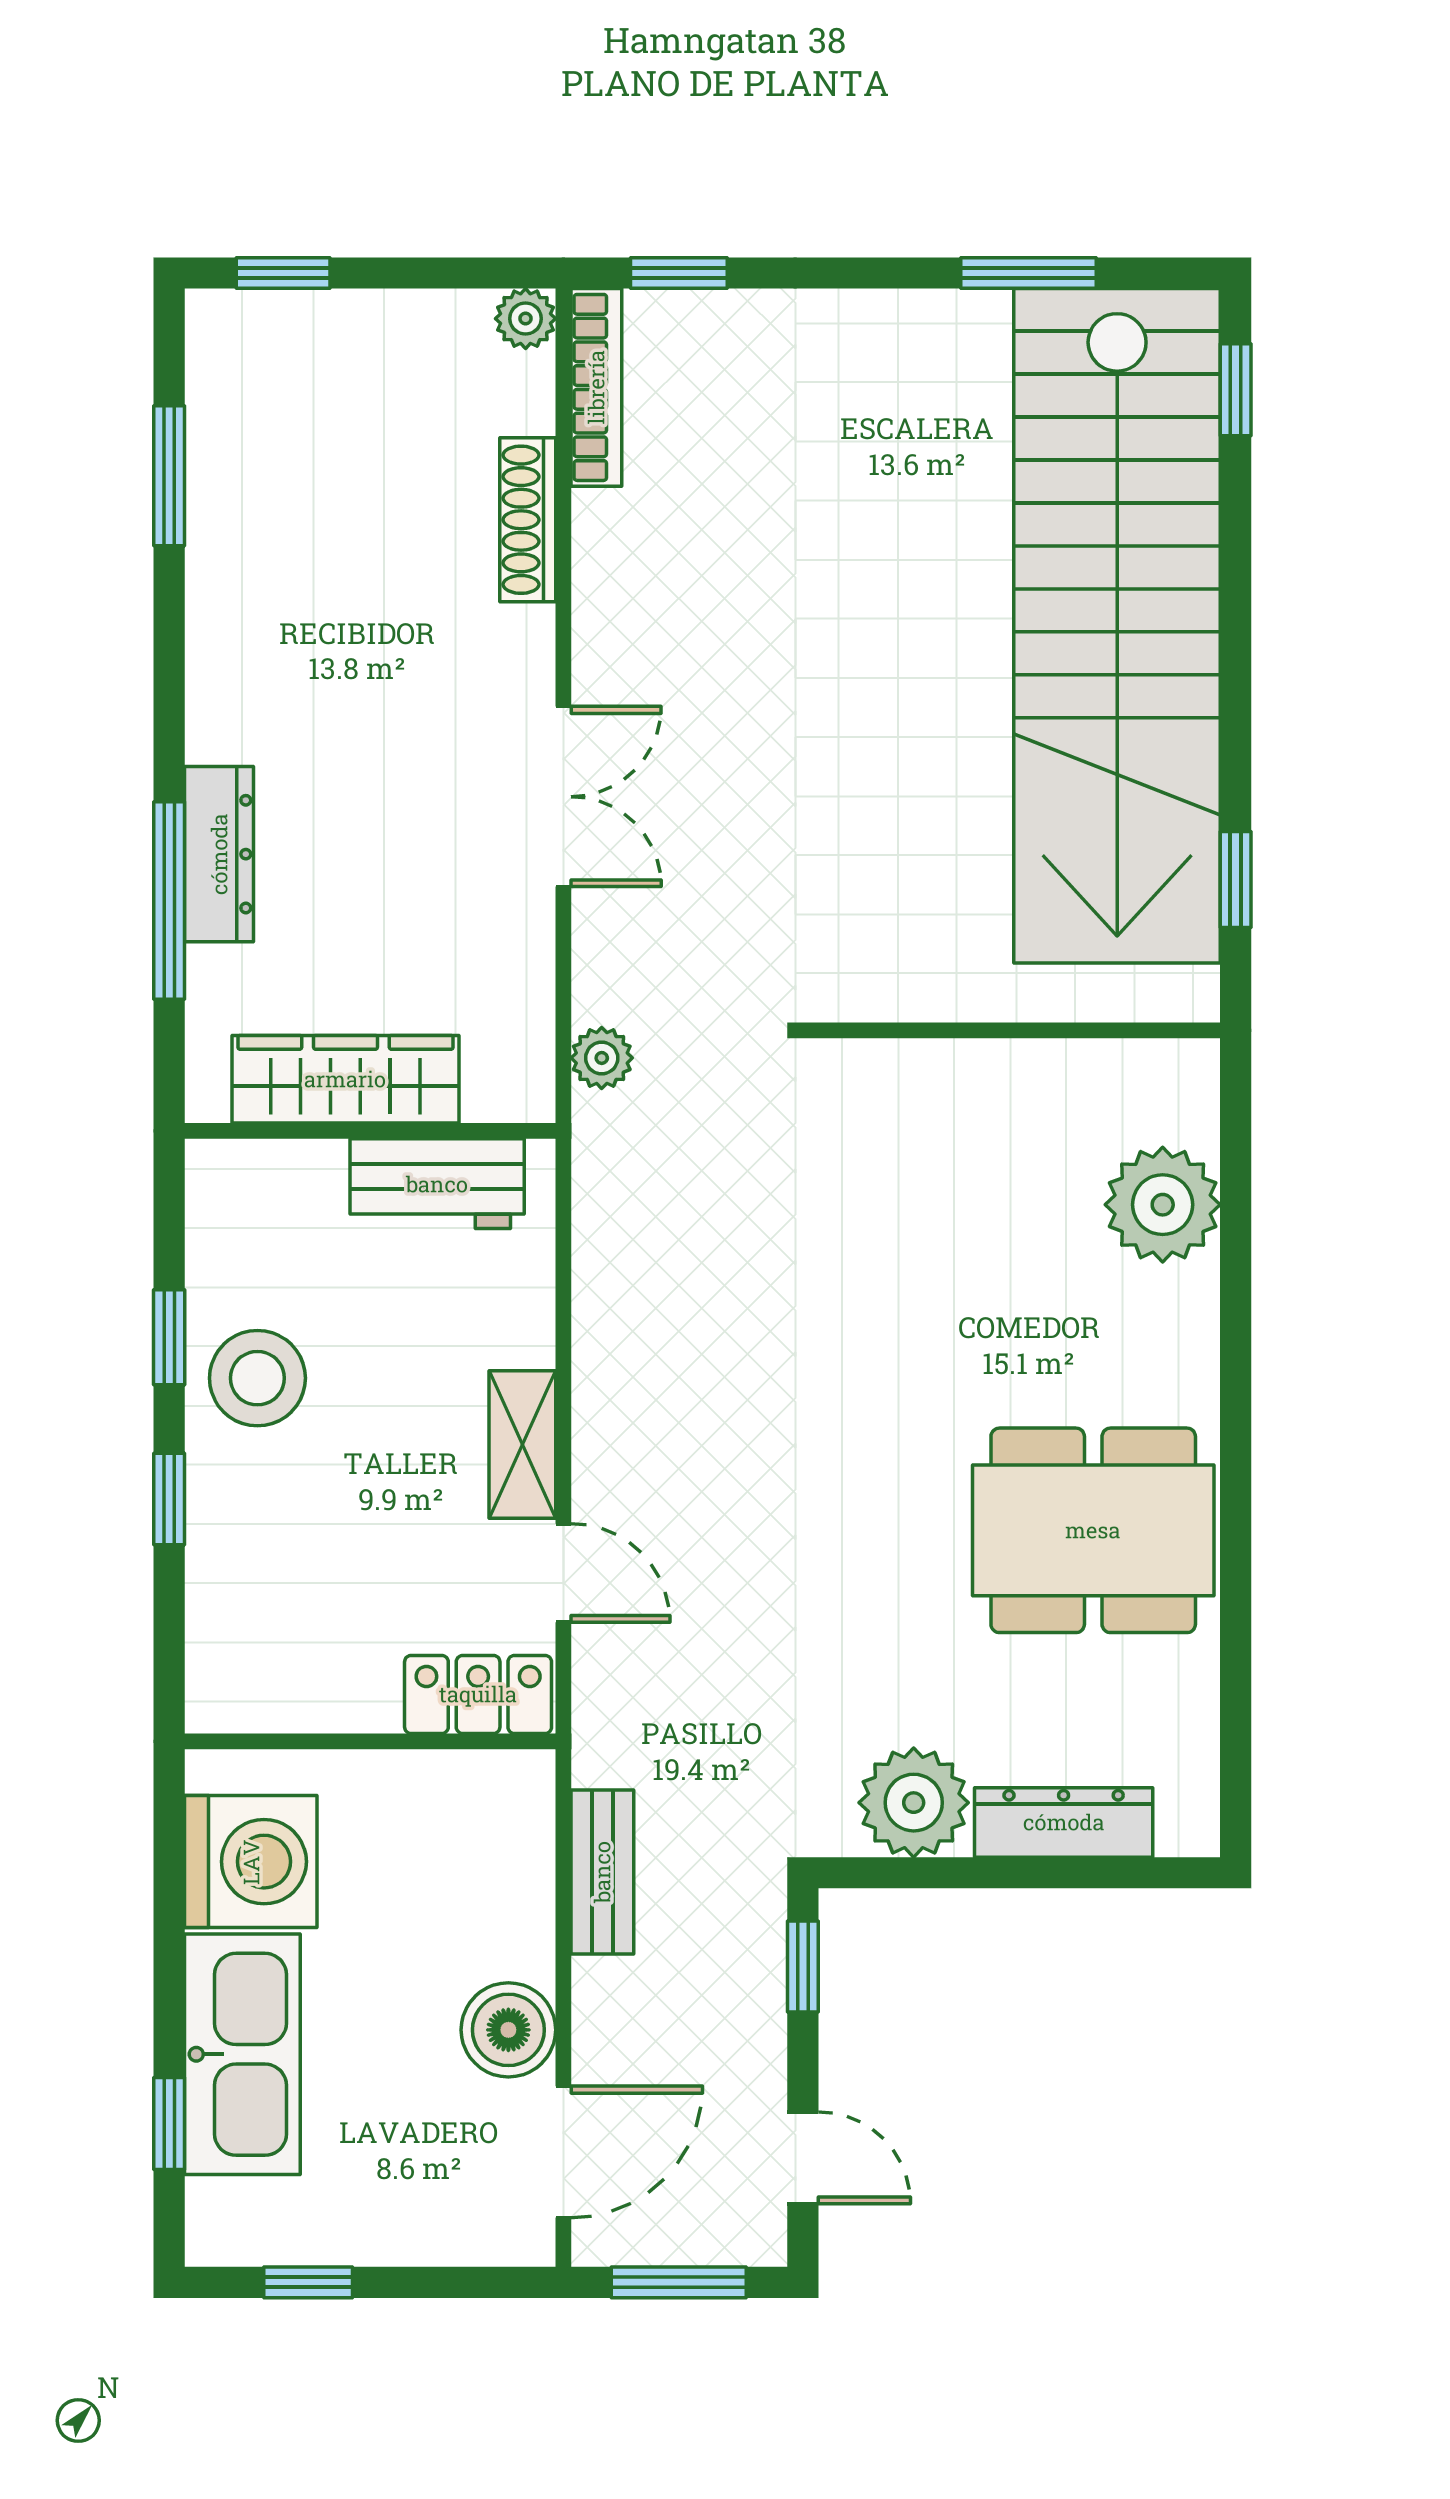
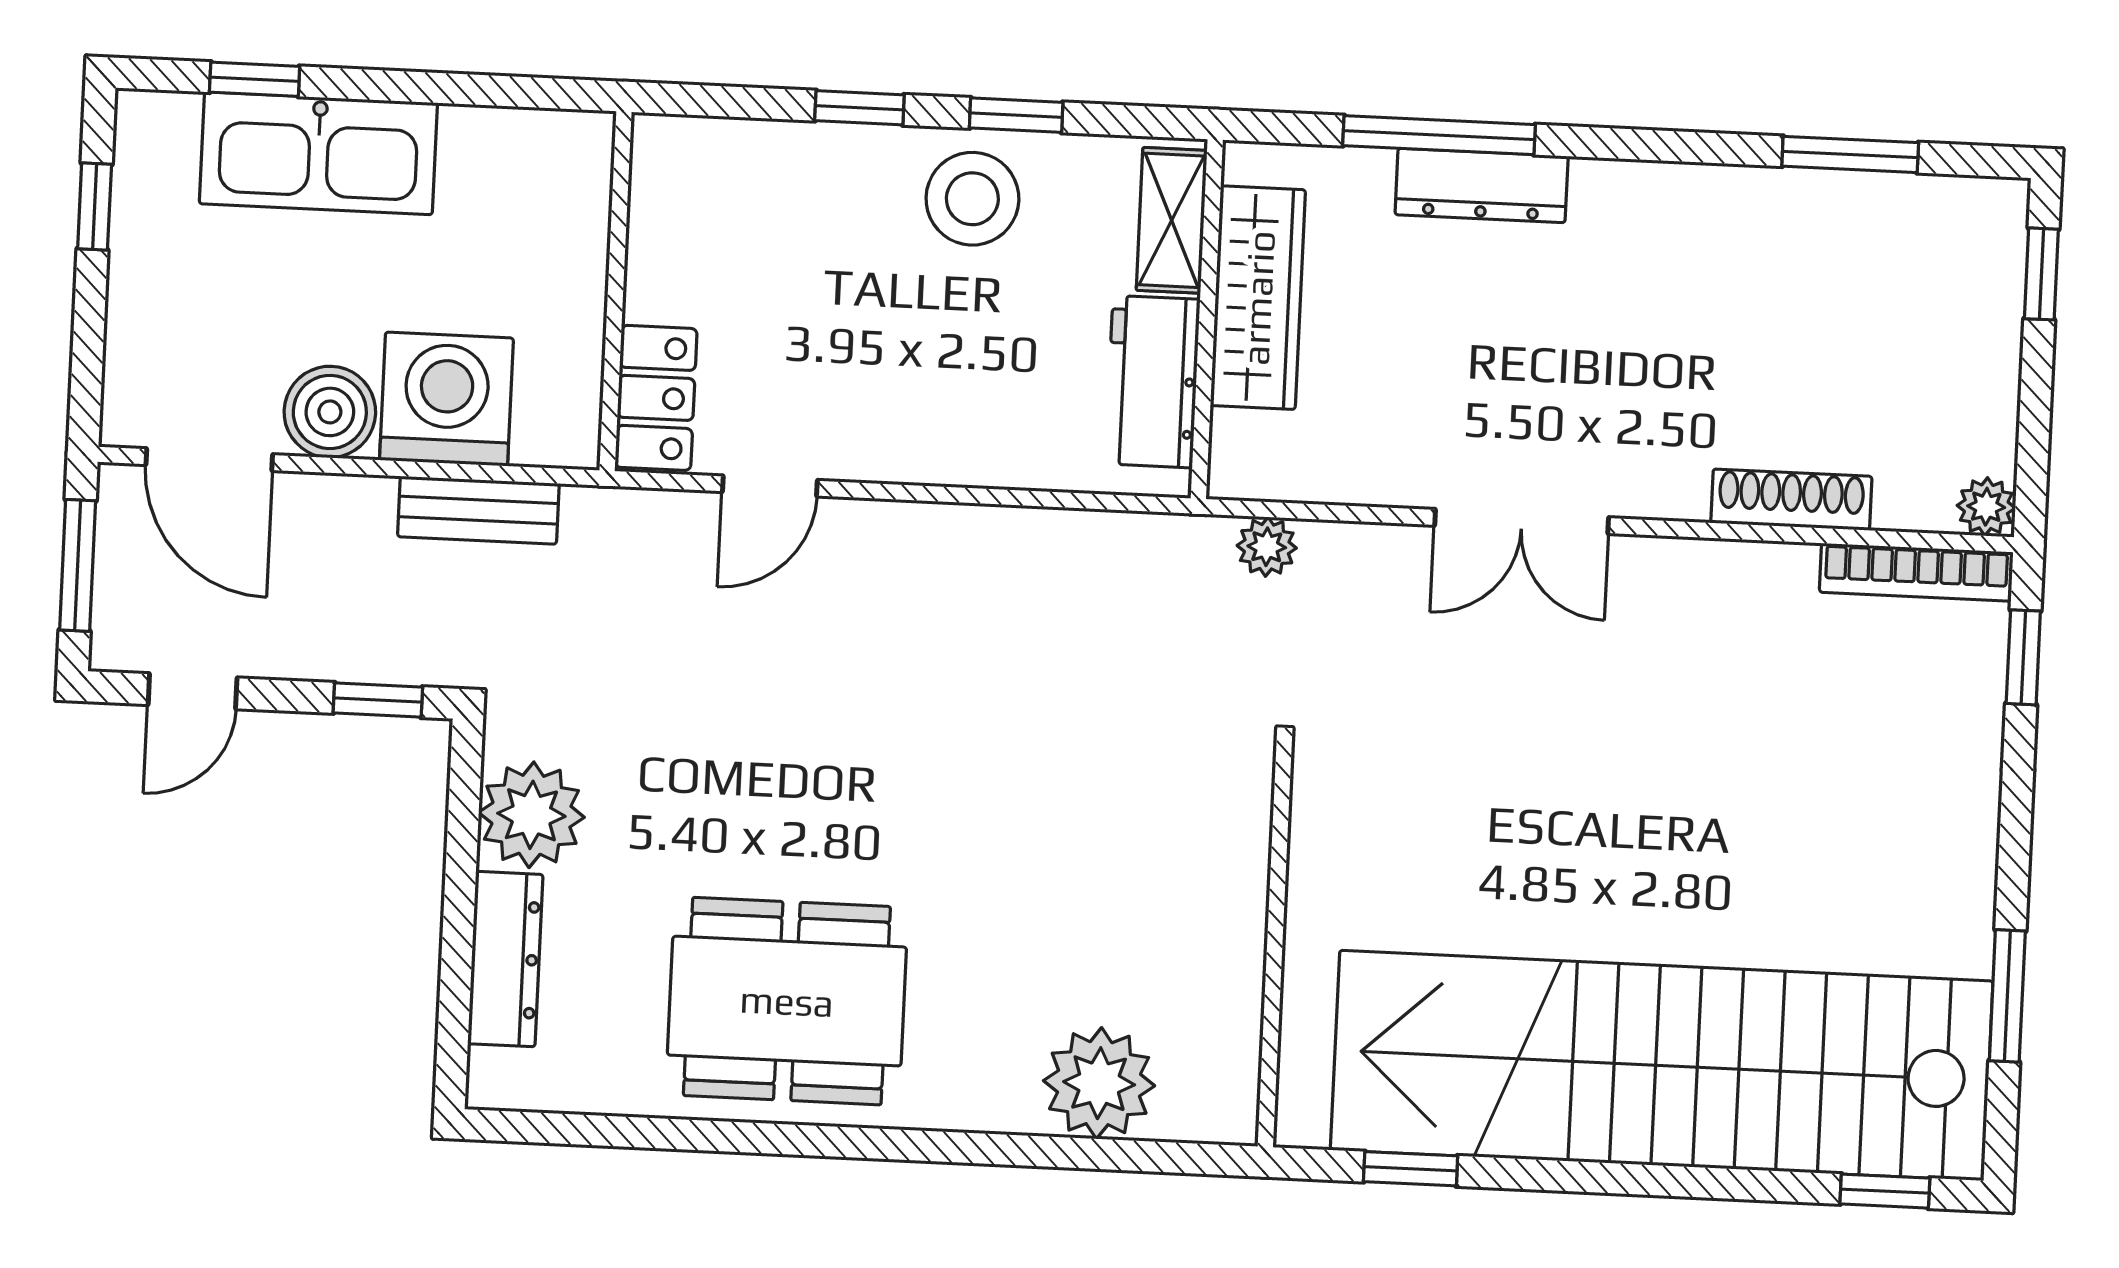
shelving: (522, 1445) -> (1172, 220), moved, turned 90
dining table: (1093, 1530) -> (787, 1001), turned 90
washing machine: (251, 1862) -> (446, 399), moved, turned 180

